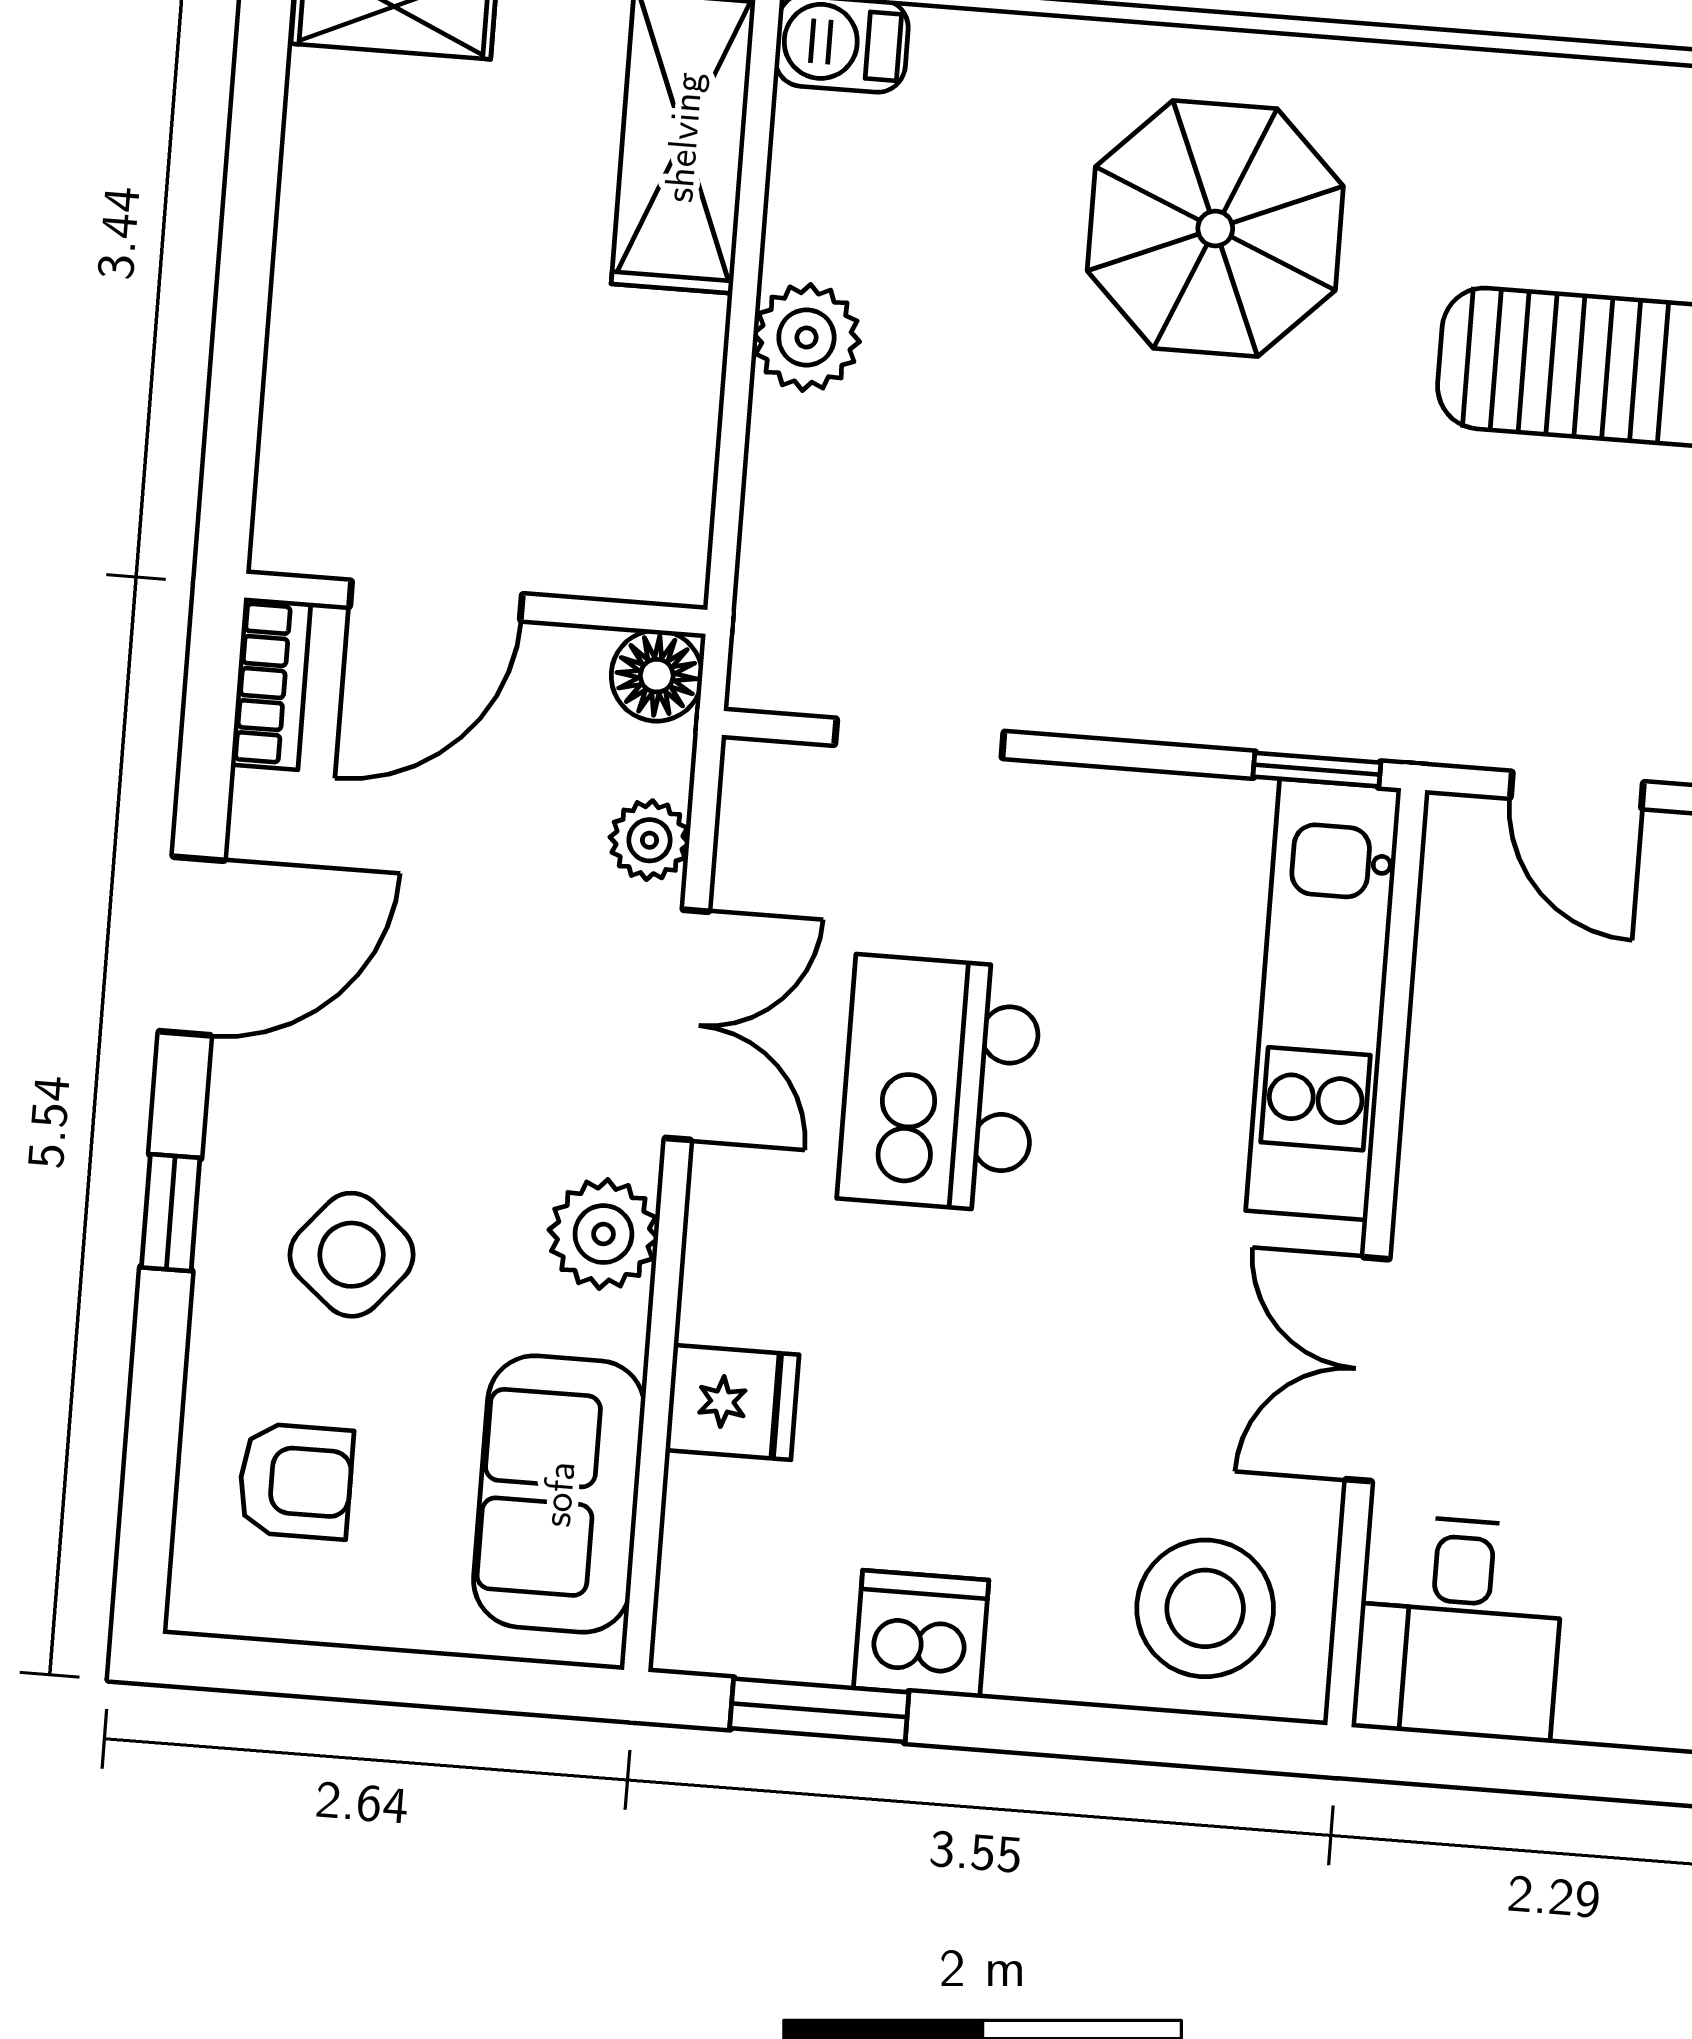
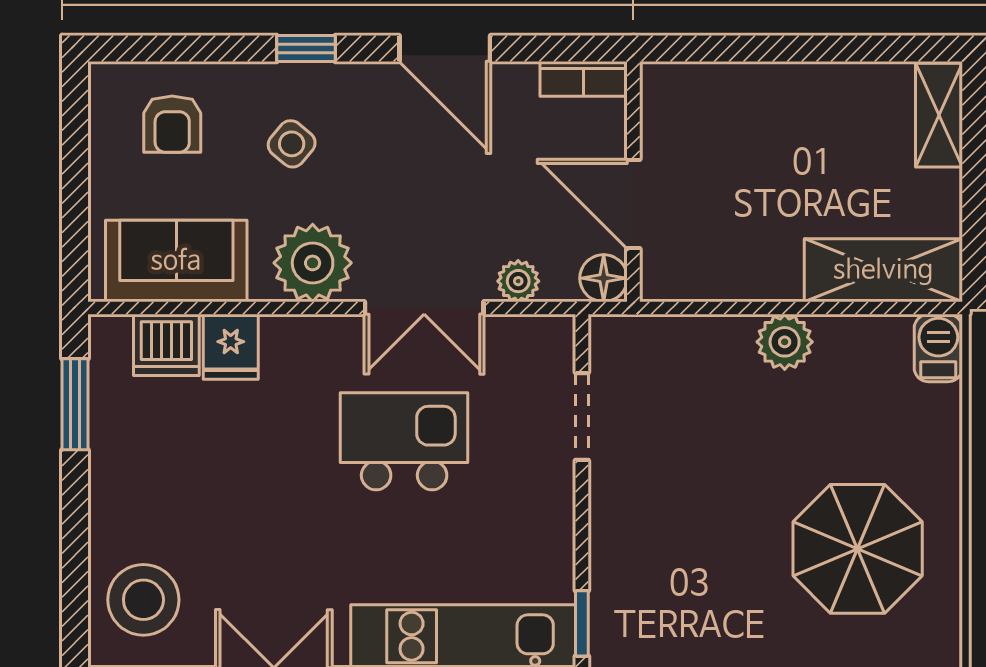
door: (436, 601) -> (633, 204), moved
plant: (603, 1234) -> (313, 263), width x1.36, depth x1.36
side table: (352, 1255) -> (292, 144), width x0.73, depth x0.73
dishwasher: (921, 1634) -> (166, 345), moved, turned 90

